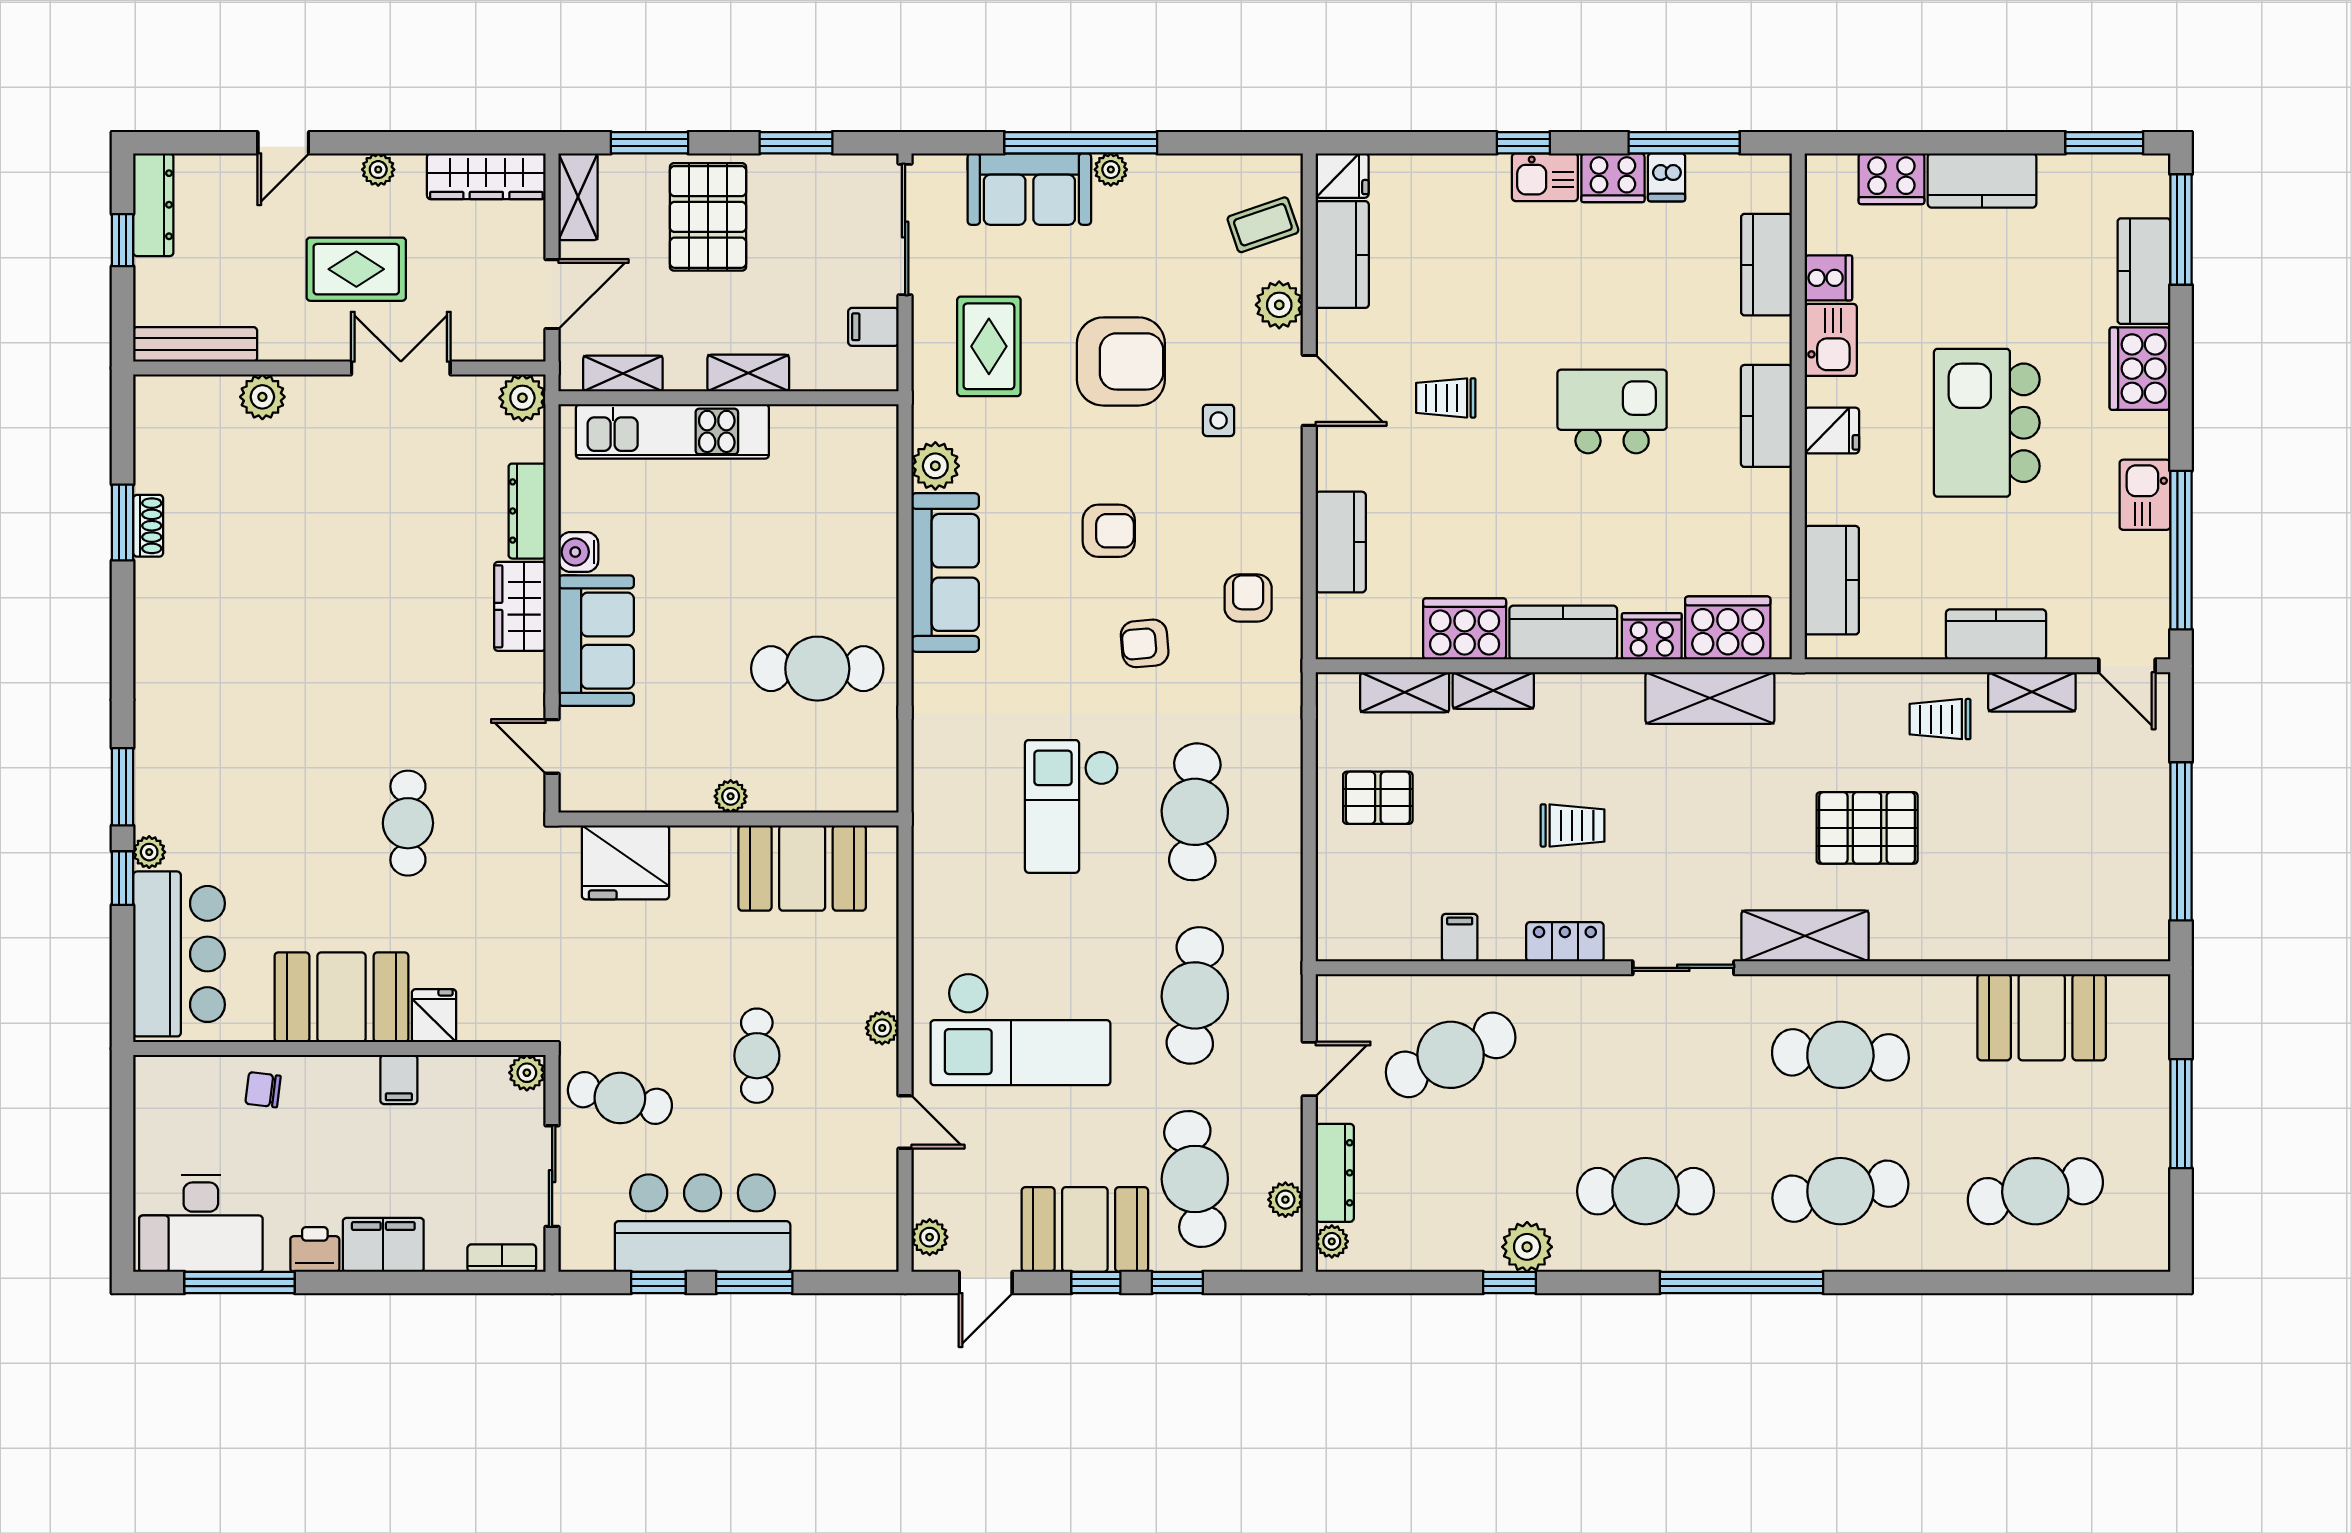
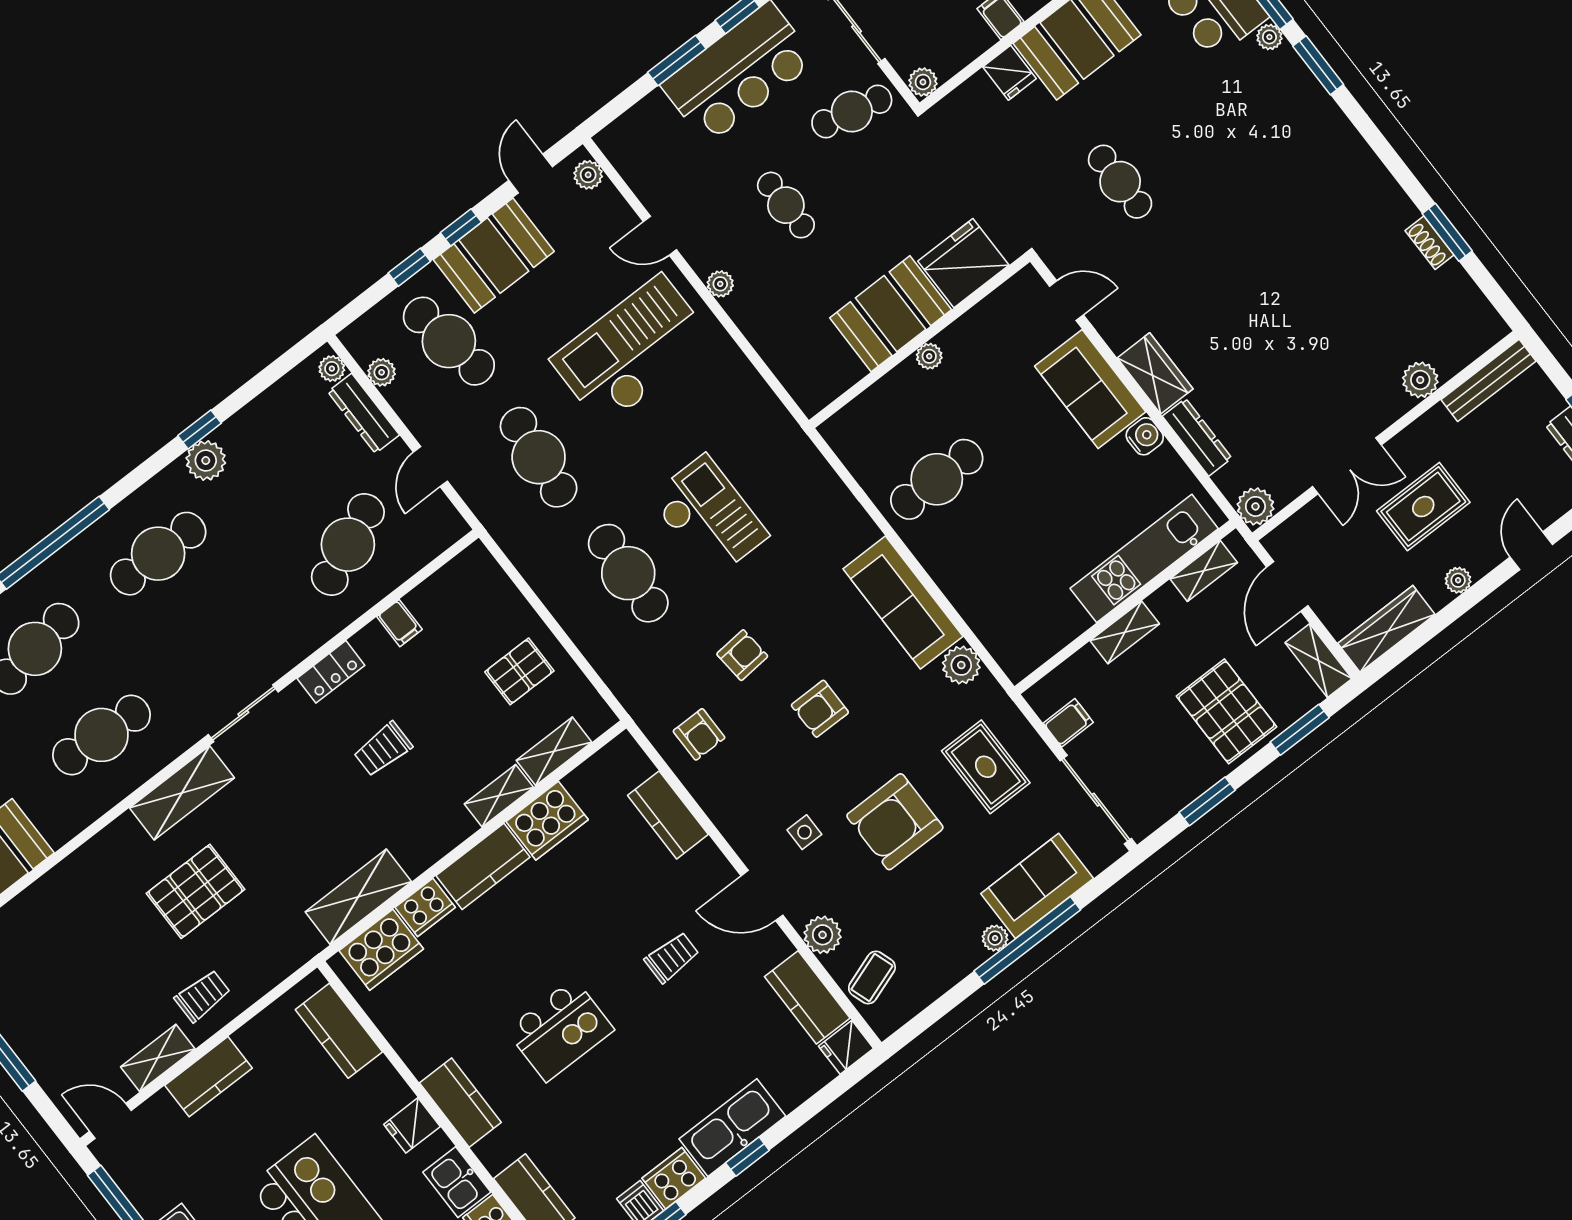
kitchen sink: (1545, 177) -> (732, 1128), width x1.88, depth x1.24
booth: (802, 868) -> (891, 314), moved

